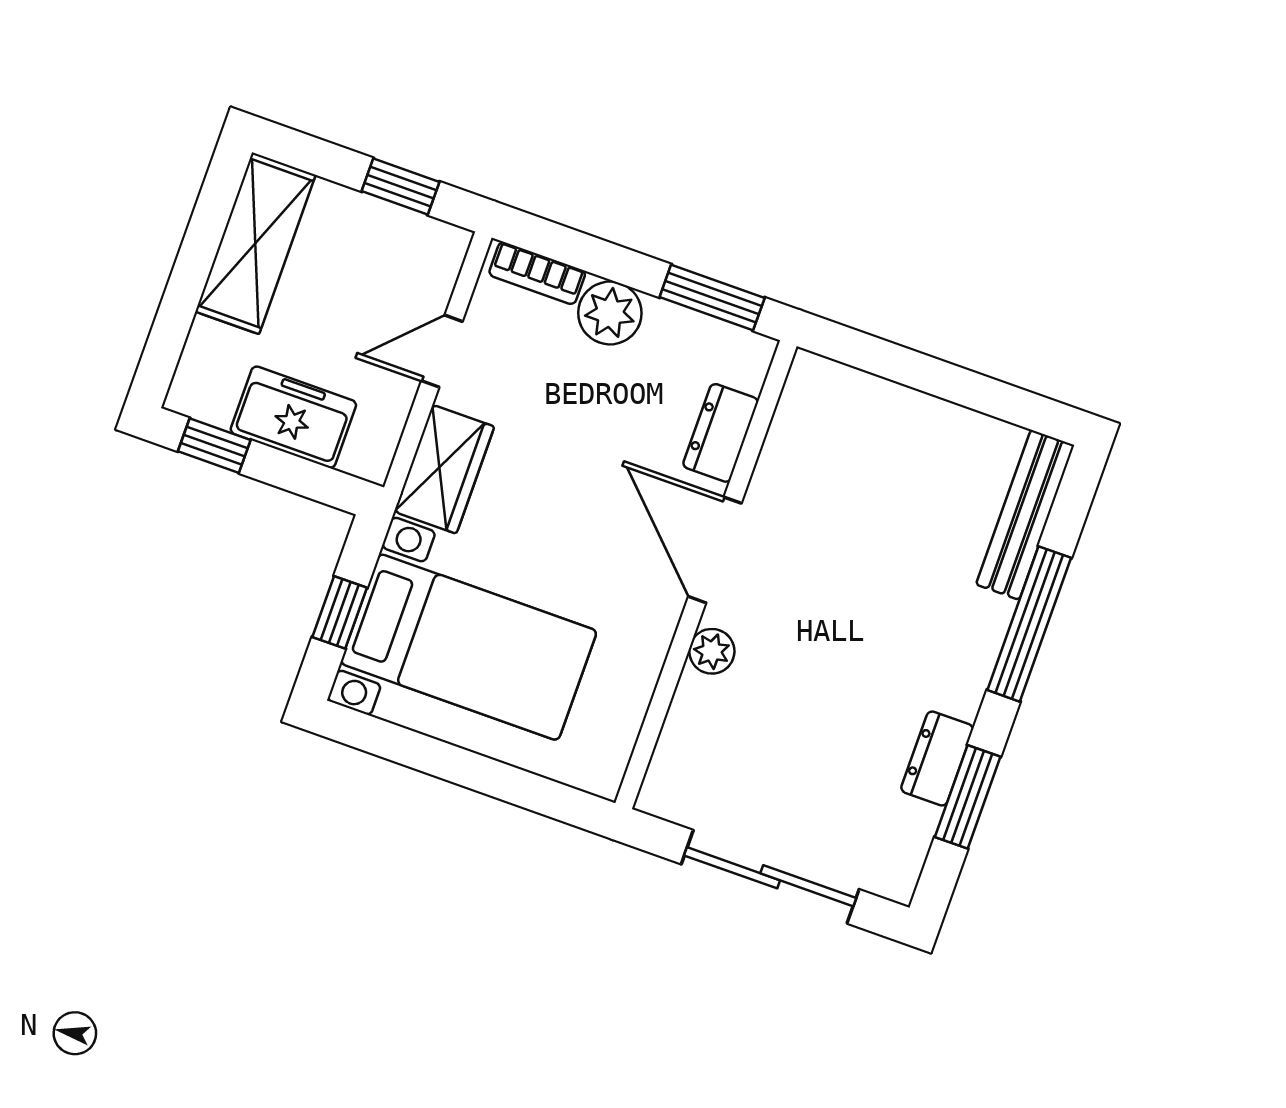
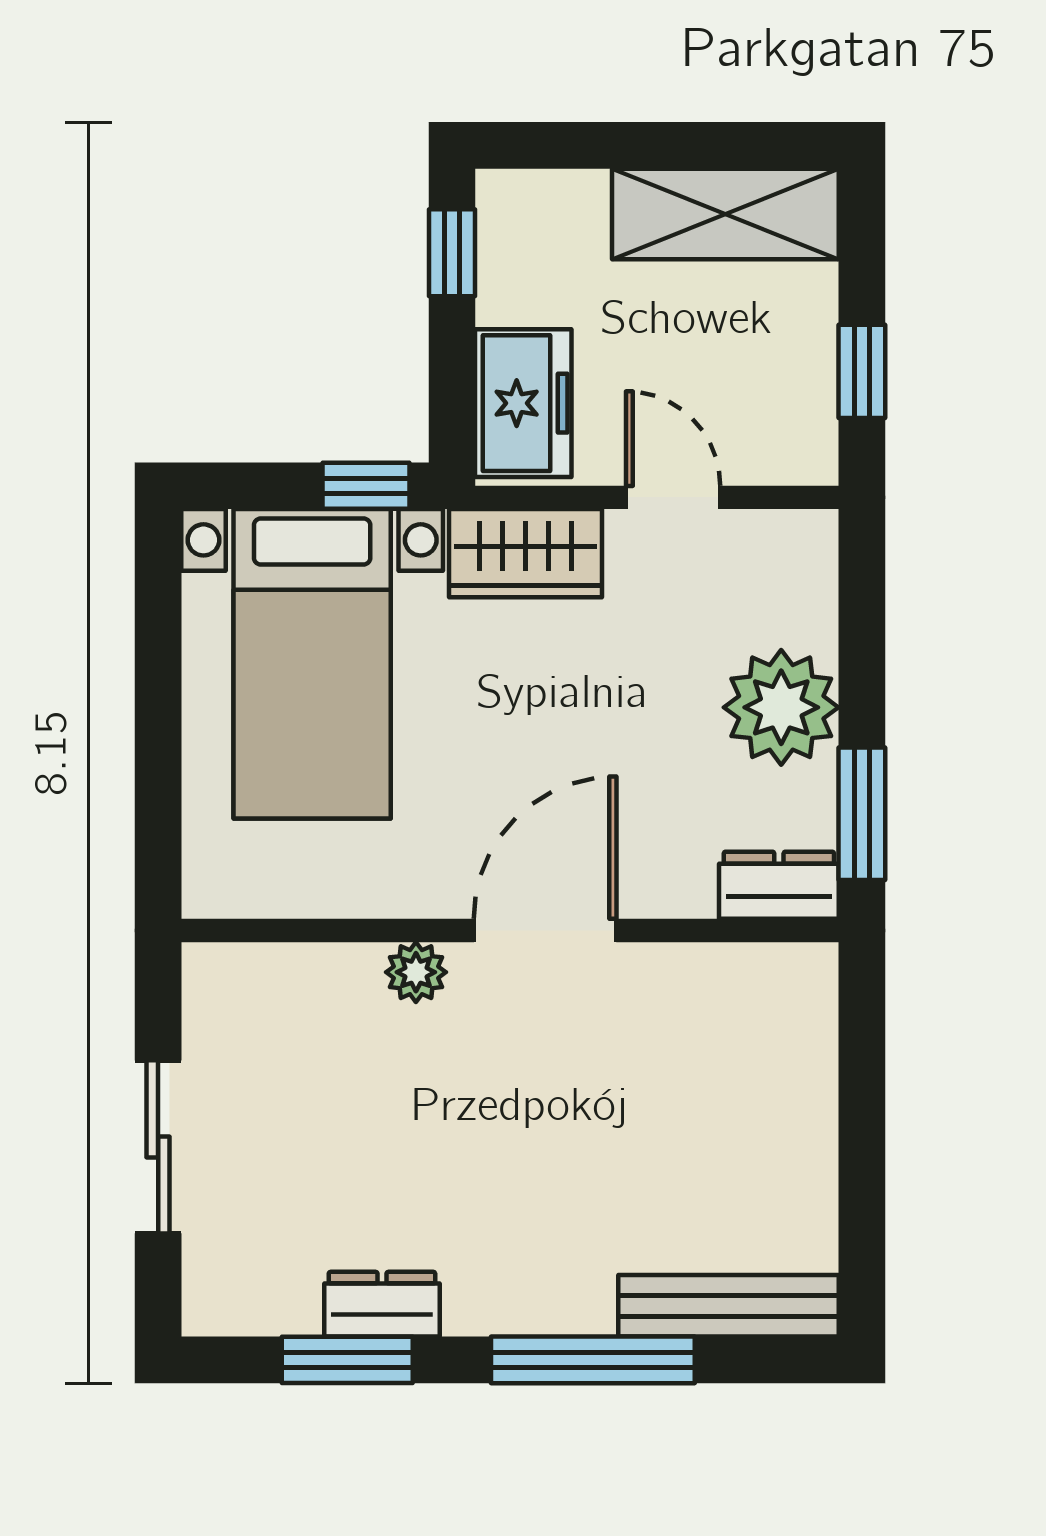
bookcase: (537, 273) -> (814, 582), removed
plant: (610, 313) -> (781, 707), width x1.36, depth x1.36
freezer: (293, 417) -> (523, 403), moved
dresser: (721, 433) -> (779, 885), moved
window: (340, 612) -> (366, 486), moved
sliding door: (770, 877) -> (158, 1147), width x0.73

